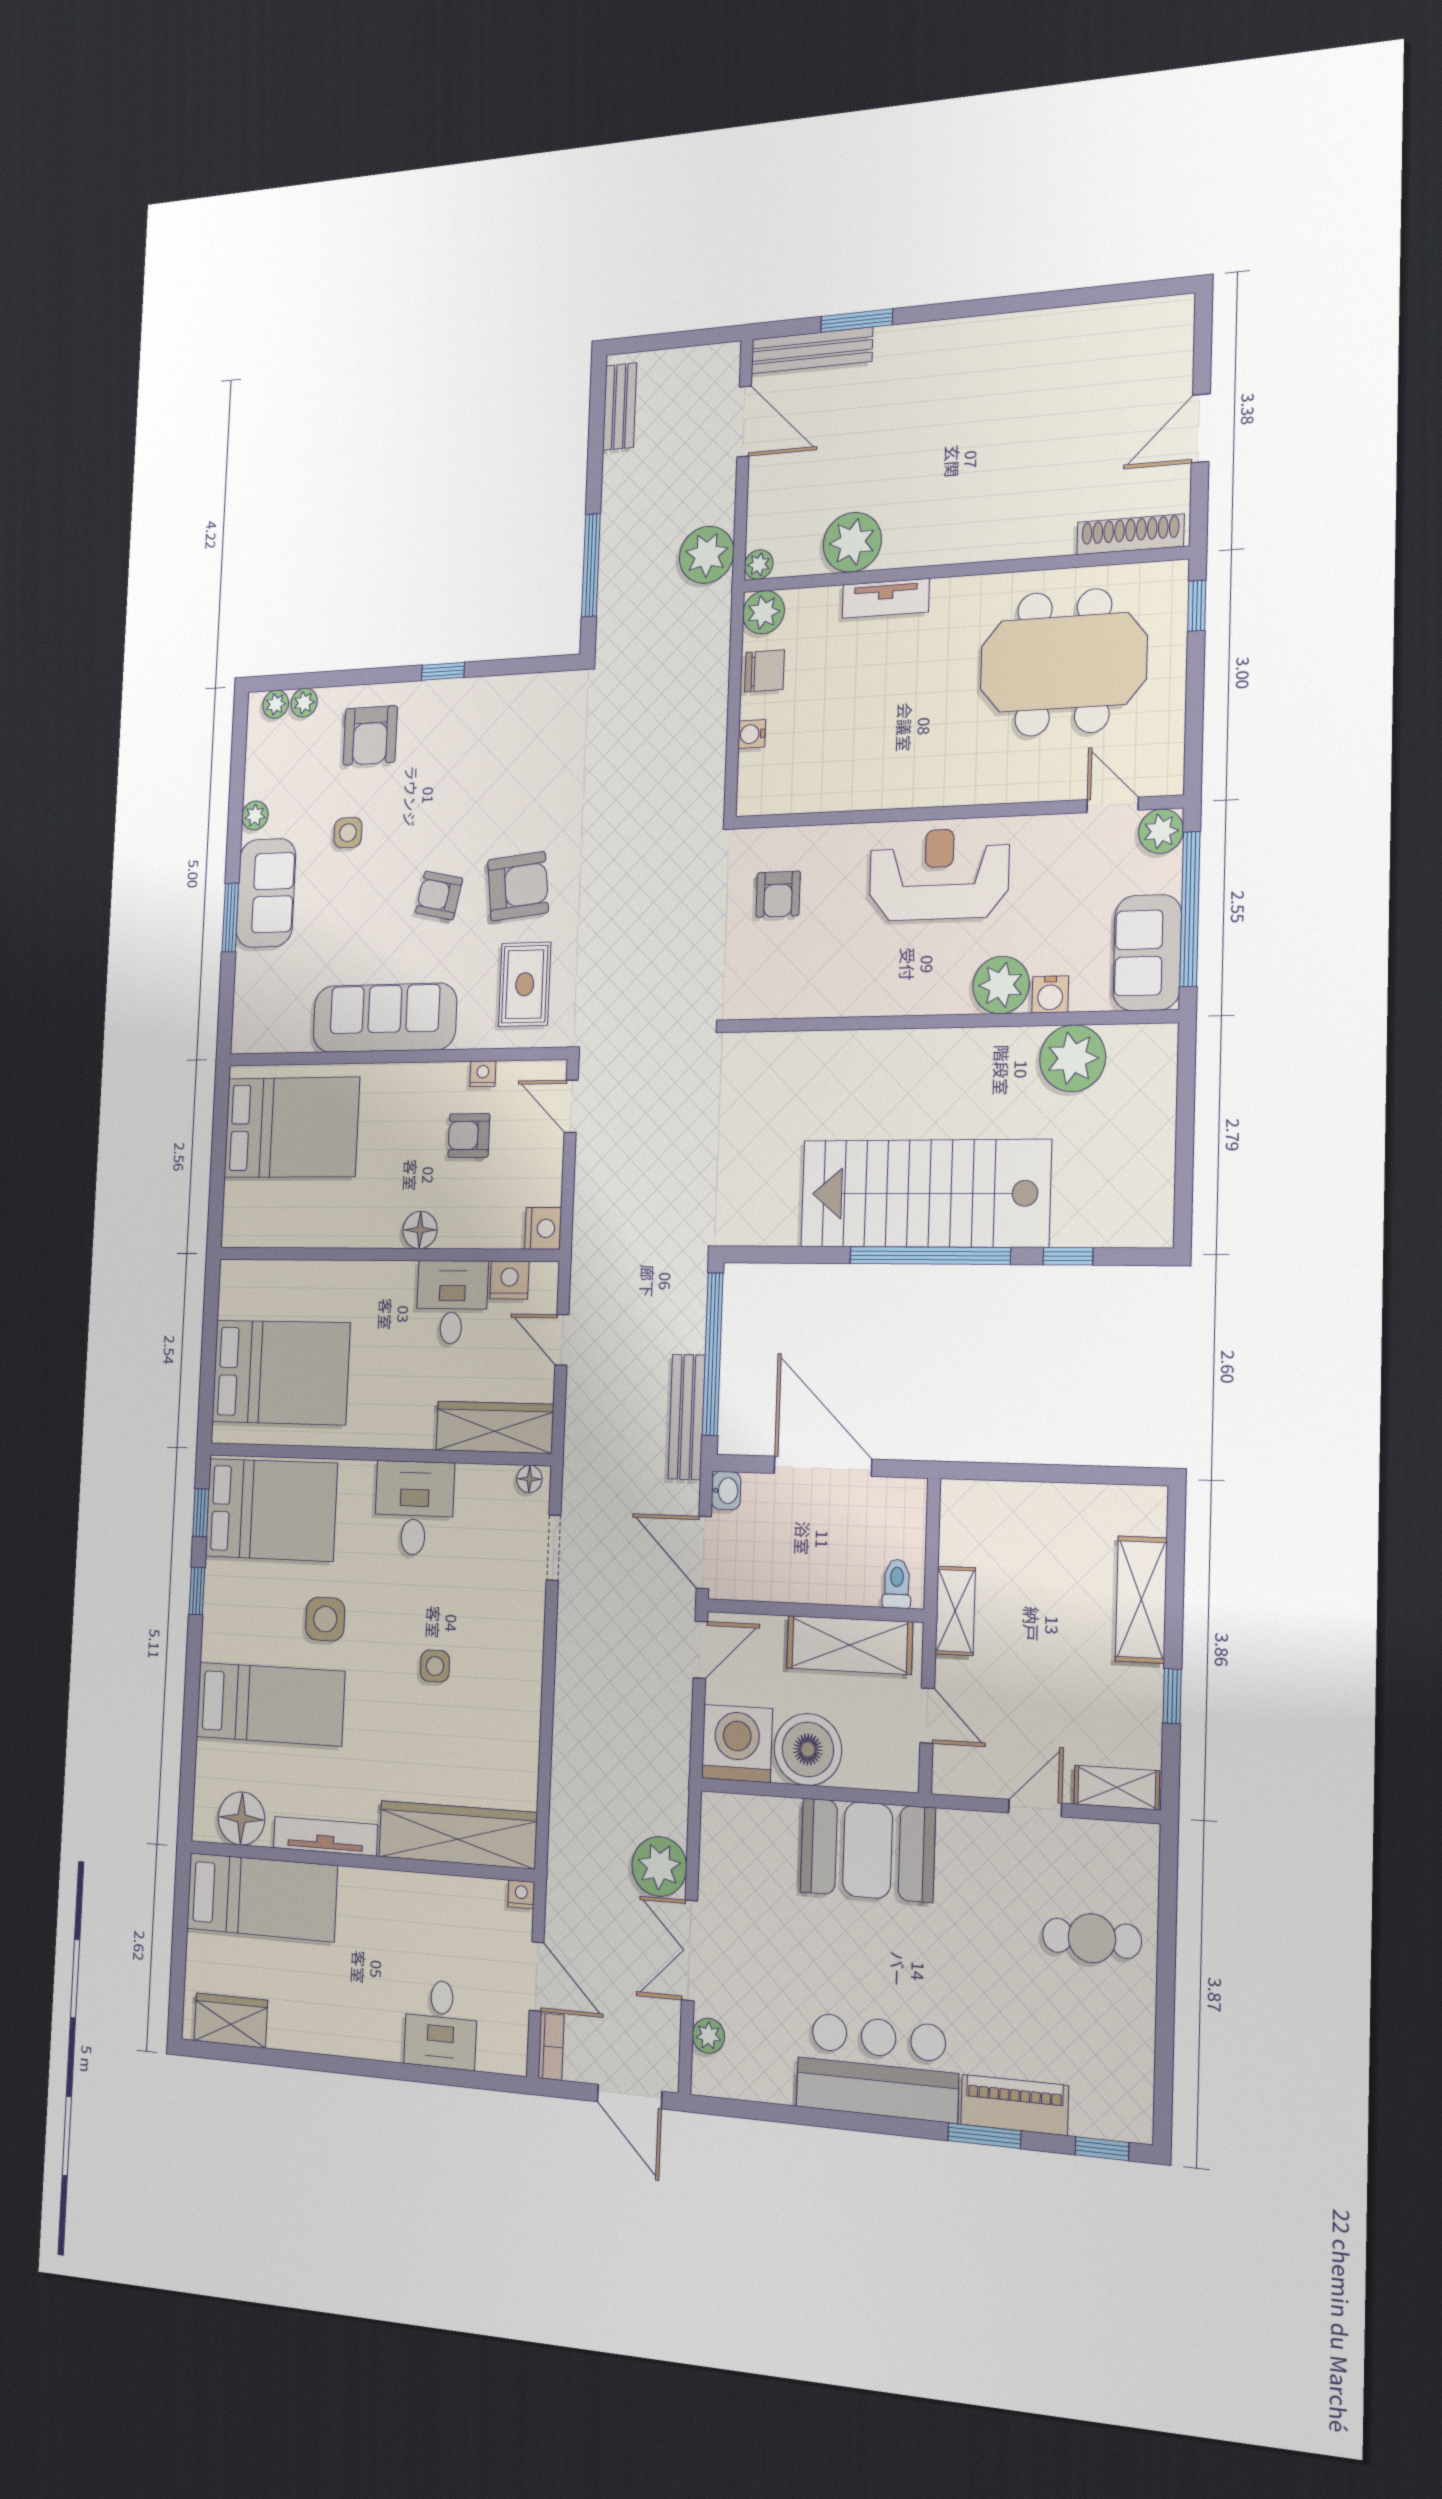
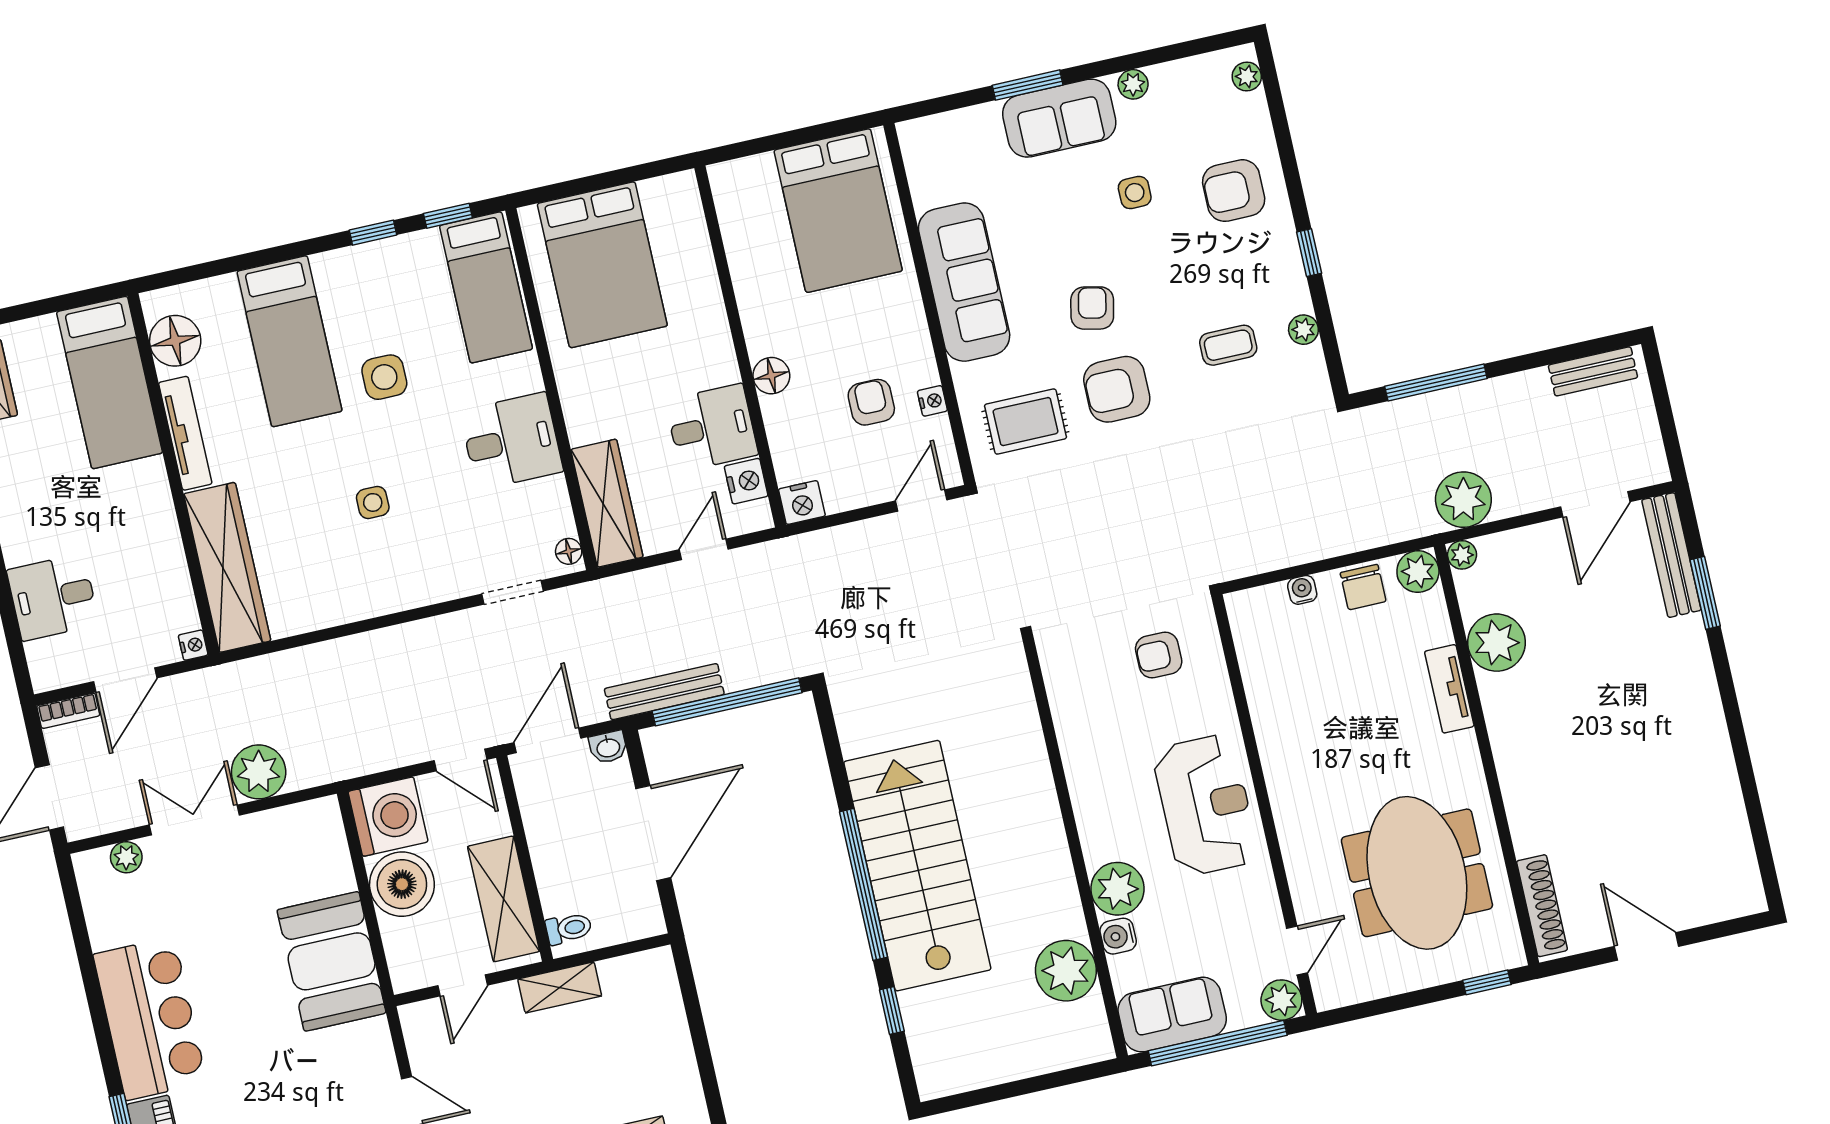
plant: (304, 703) -> (1303, 330), moved
coffee table: (506, 767) -> (1228, 345), added
armchair: (518, 886) -> (1117, 389), turned 96
bed: (271, 1510) -> (486, 287), width x0.67

